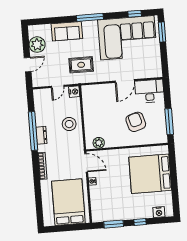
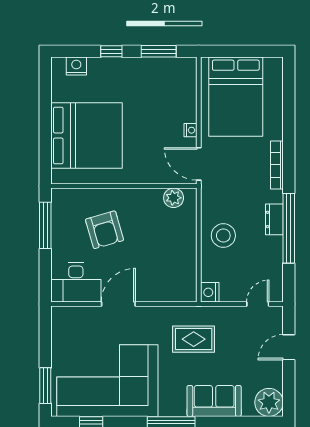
plant: (37, 45) -> (269, 402), moved
door: (58, 86) -> (258, 304), moved

